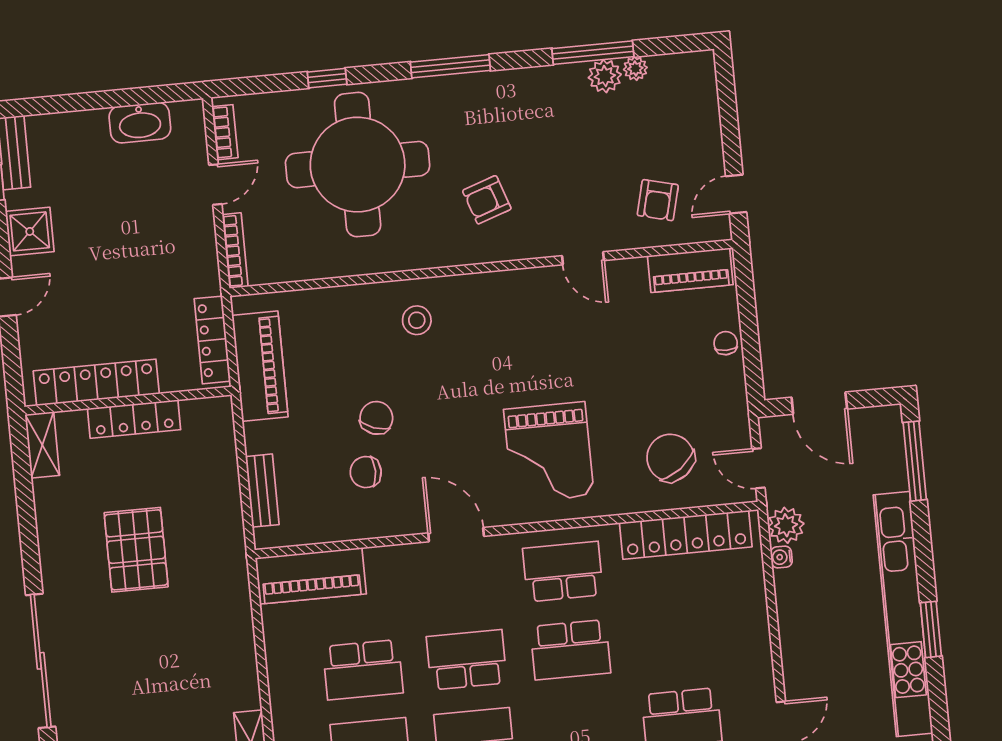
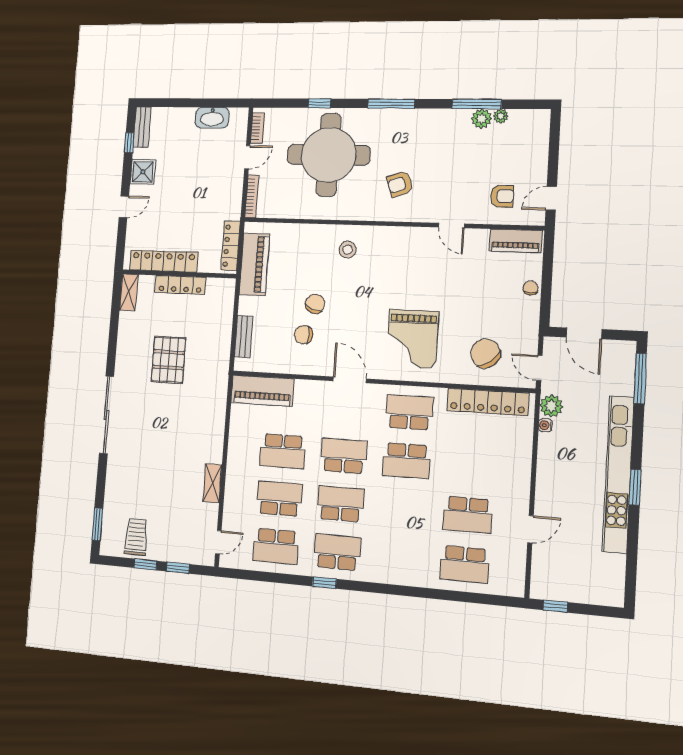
armchair: (658, 200) -> (502, 196), turned -104

